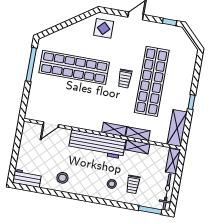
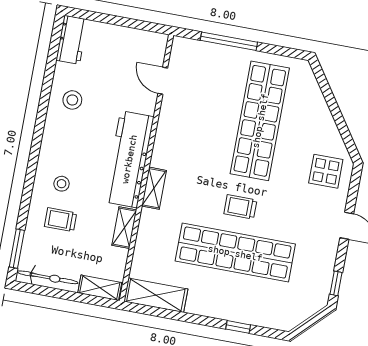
window: (31, 64) -> (229, 41), moved
window: (191, 102) -> (238, 327), moved
shelving: (138, 134) -> (146, 229), removed

